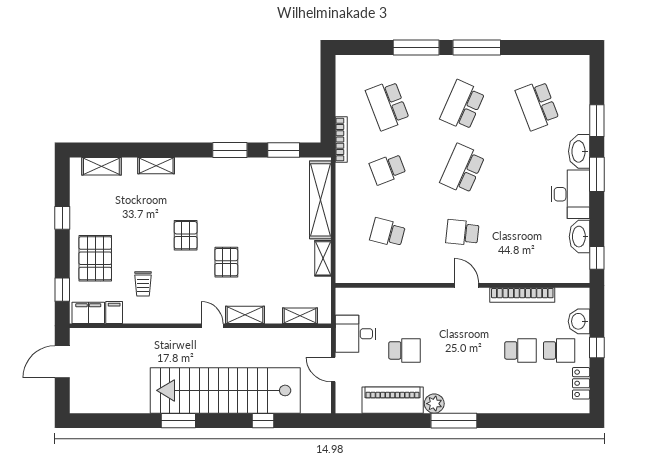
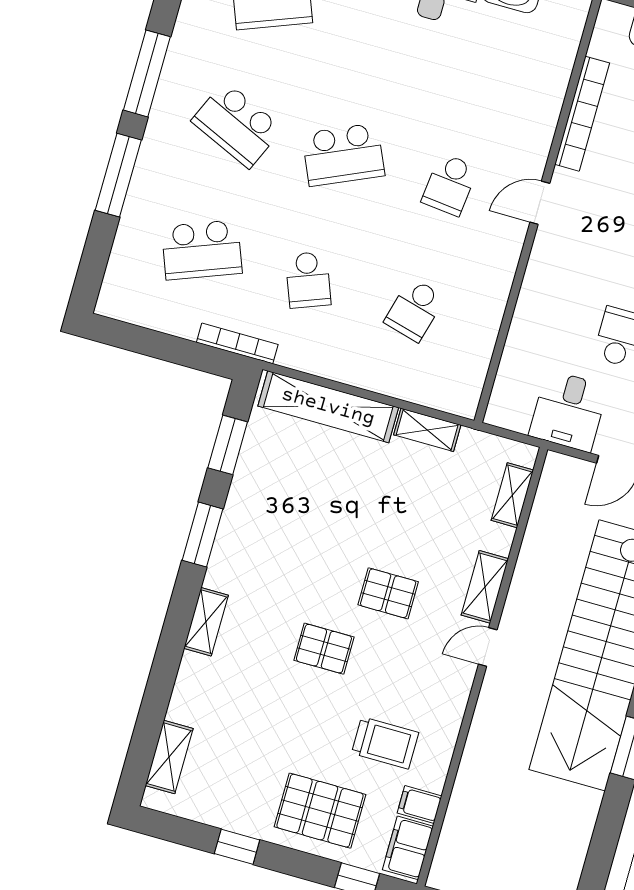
shelving: (156, 166) -> (206, 622), moved
school desk: (462, 169) -> (343, 155), turned -48
trolley: (143, 284) -> (385, 743), width x1.36, depth x1.39

